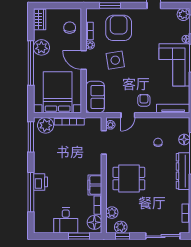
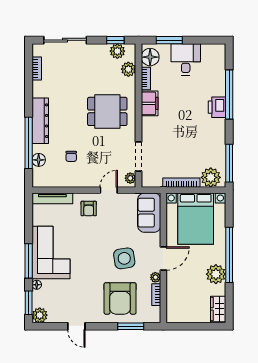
chair: (70, 28) -> (181, 299), removed
door: (84, 60) -> (163, 259), hinge flipped

